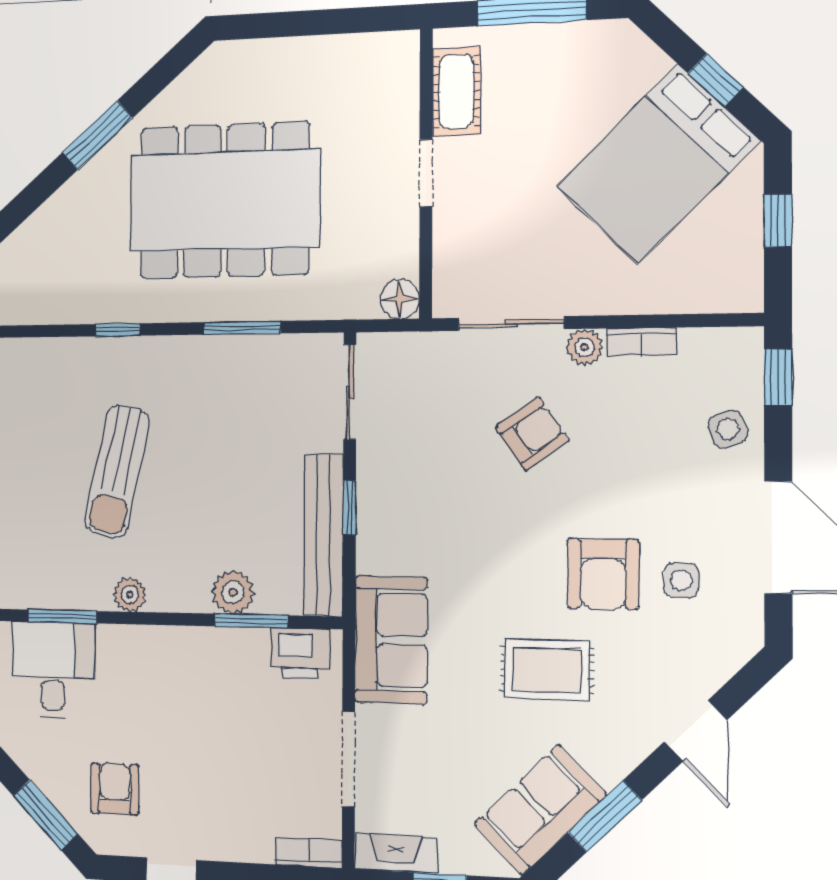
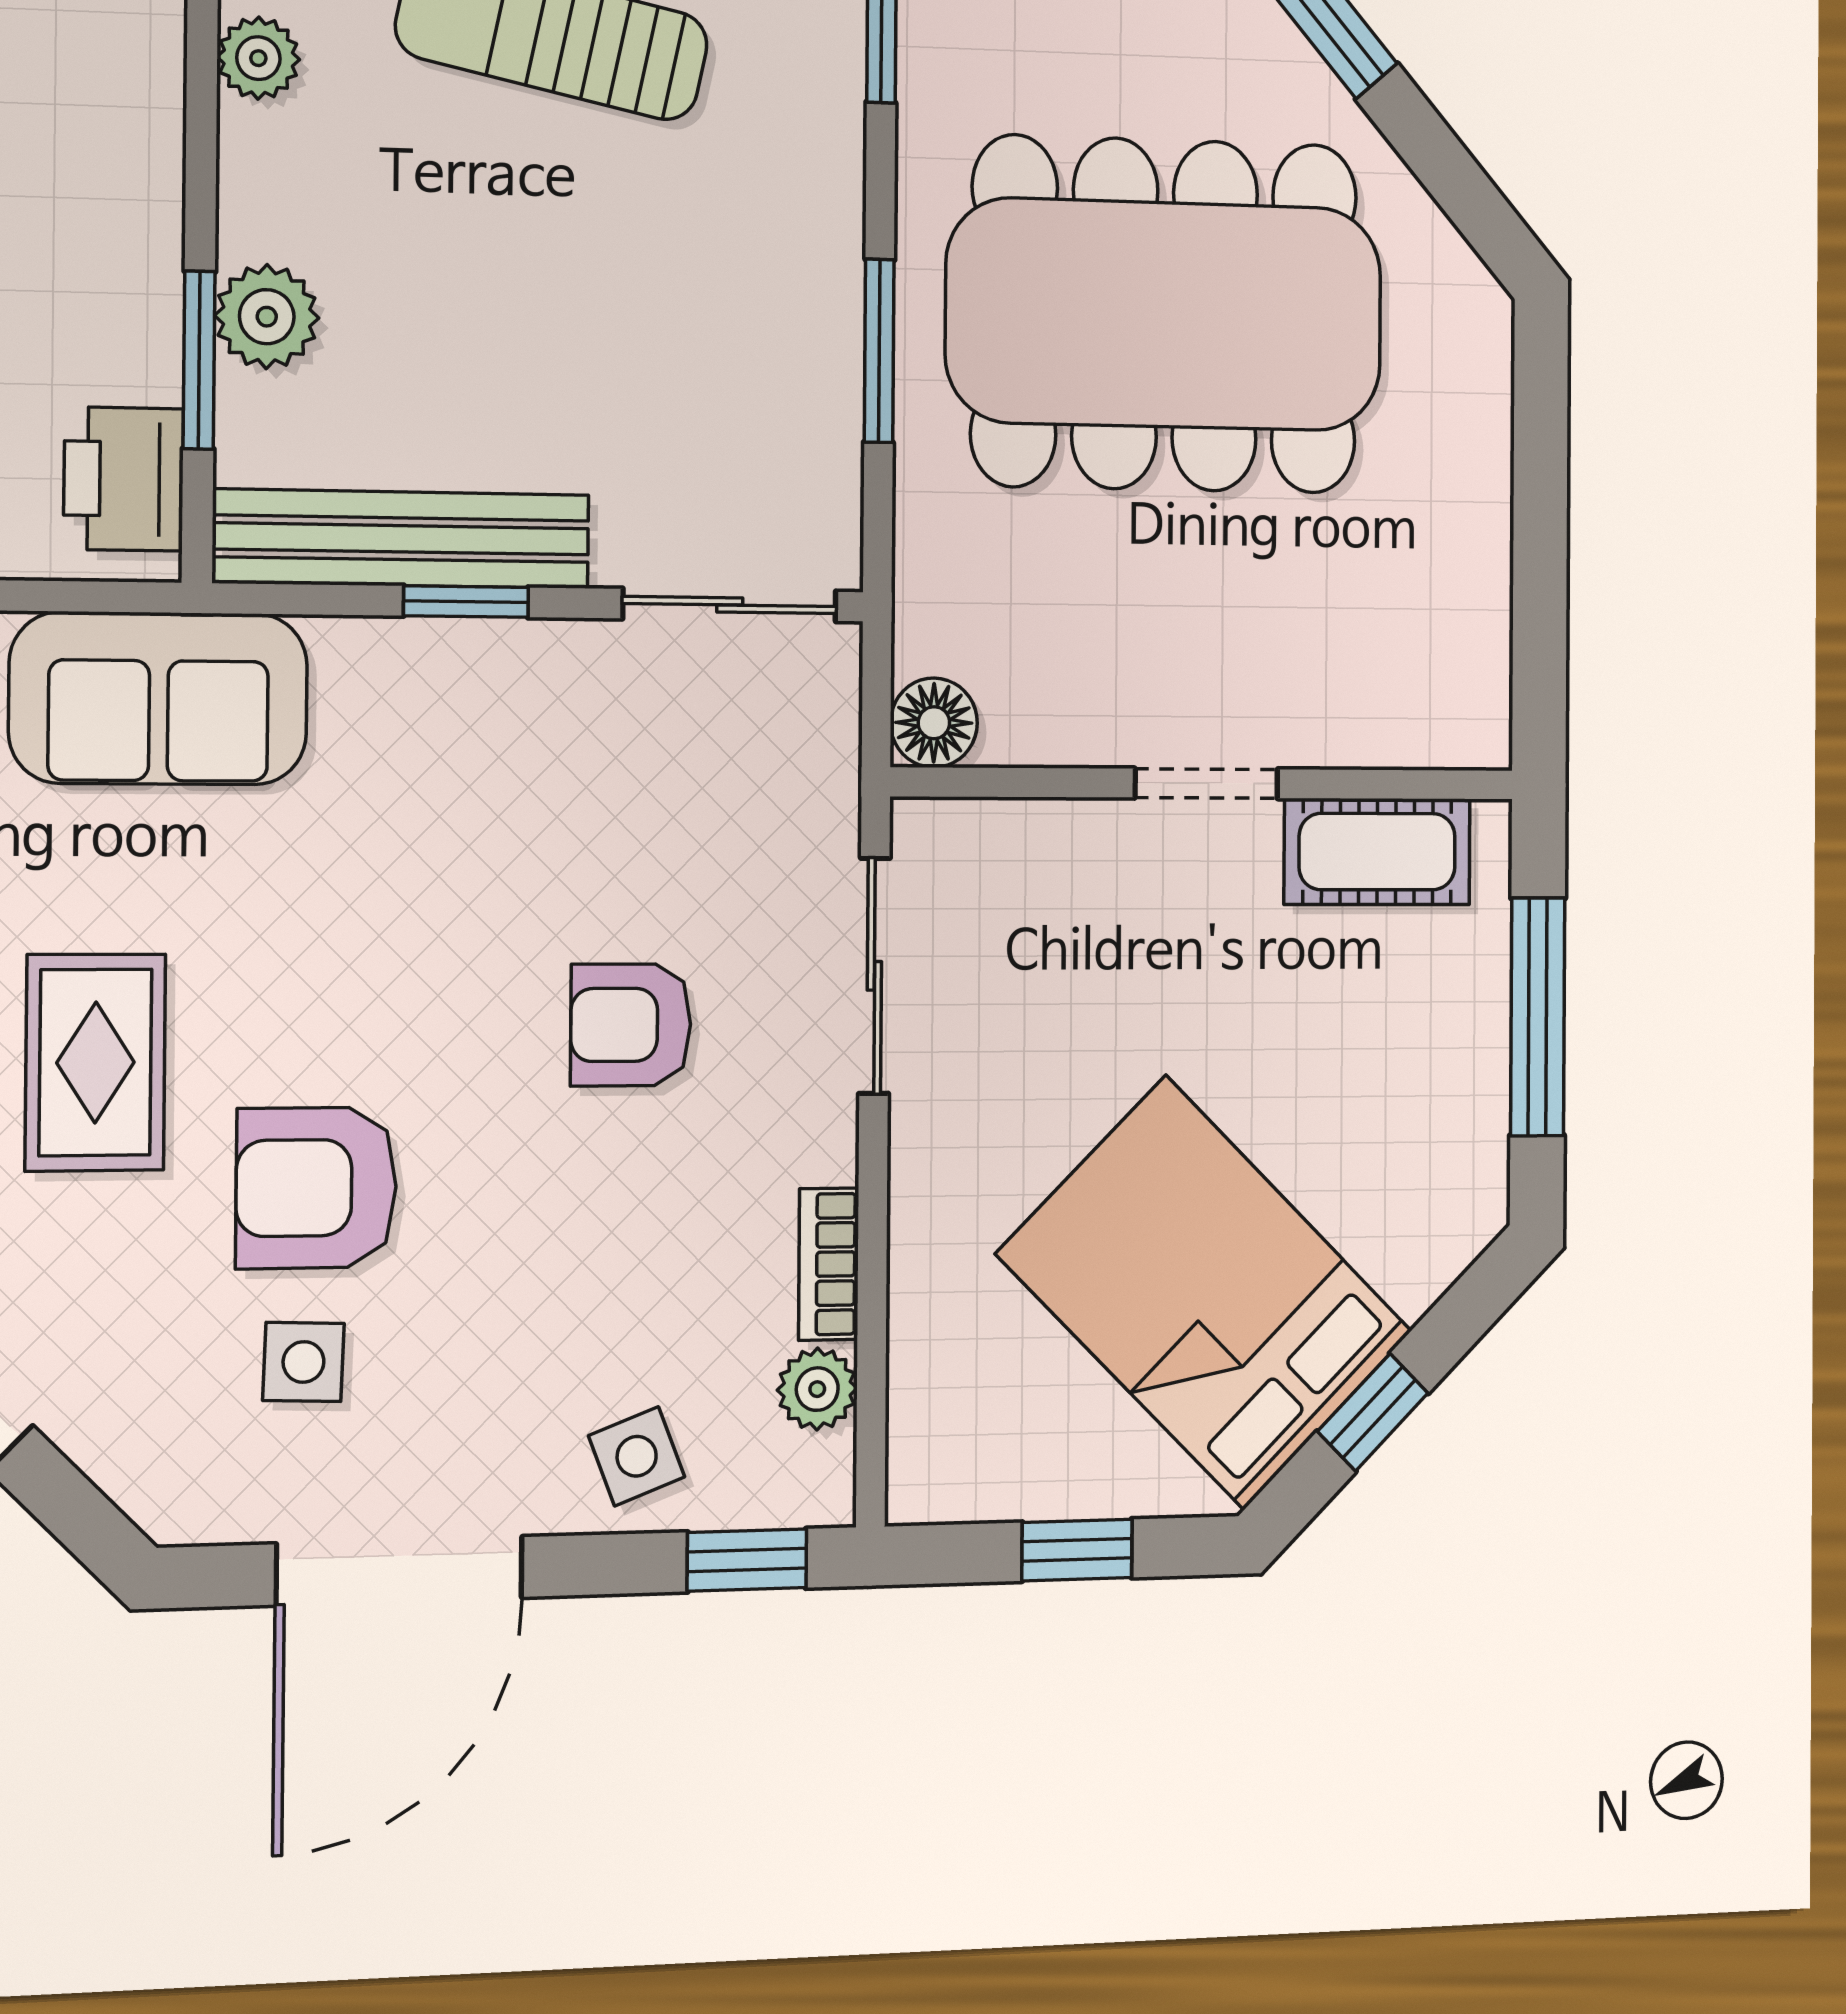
dining table: (224, 201) -> (1165, 315), turned 90
plant: (584, 347) -> (817, 1389), moved
armchair: (532, 434) -> (631, 1025), turned 125

